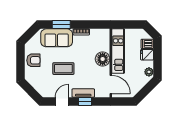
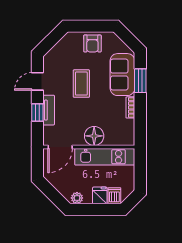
door: (62, 101) -> (37, 81), swing flipped

